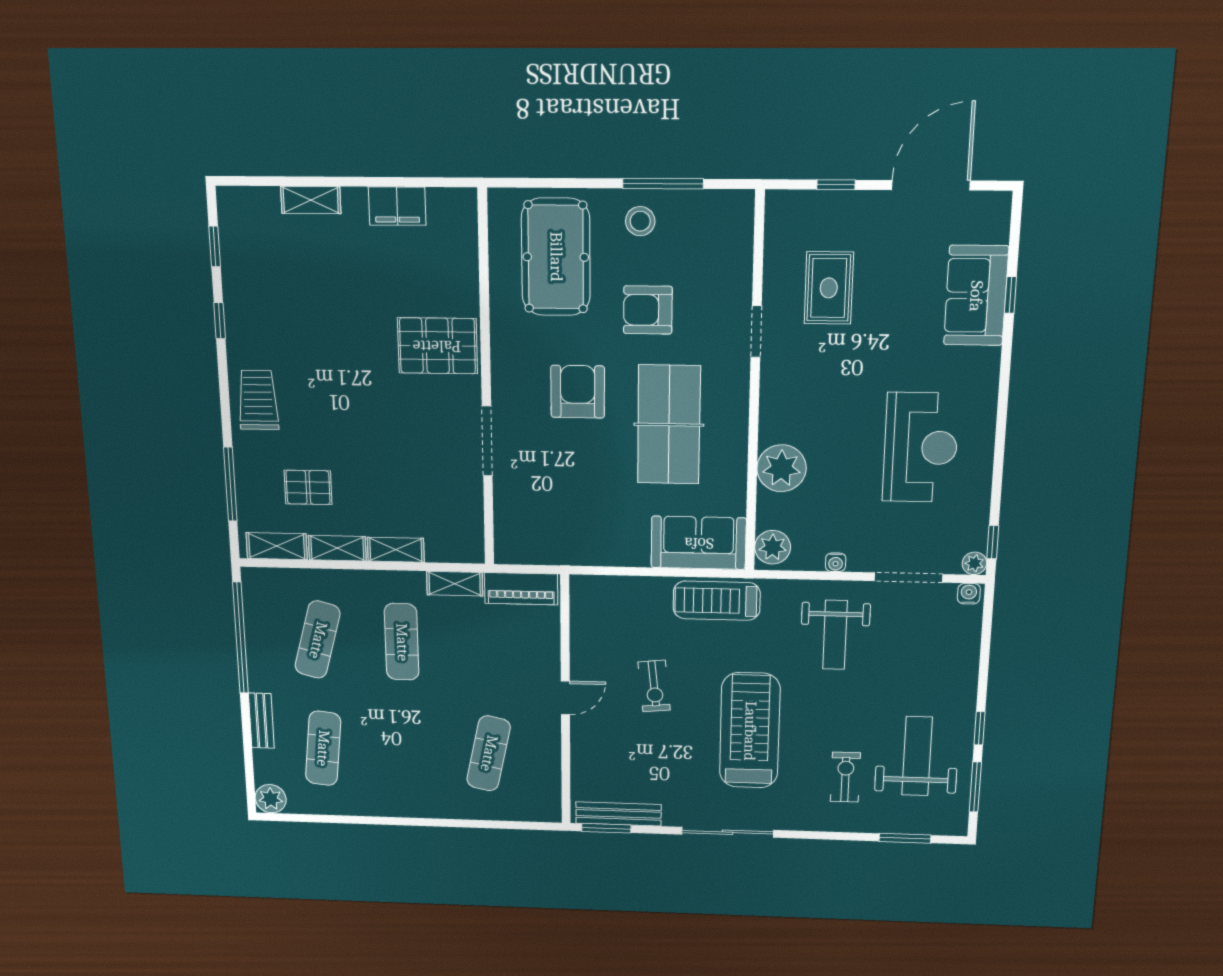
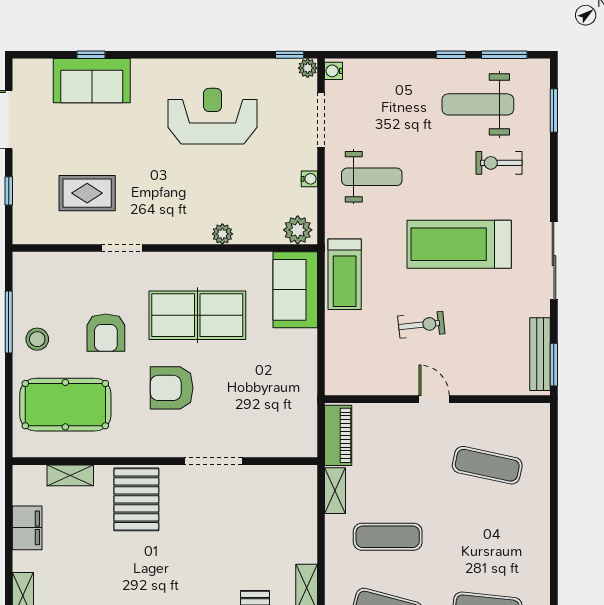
plant: (781, 468) -> (222, 234), width x0.53, depth x0.53
shelving: (396, 550) -> (70, 475), moved, turned 90

